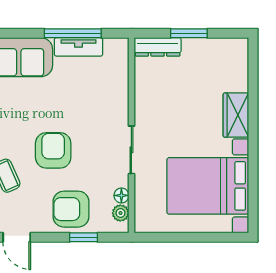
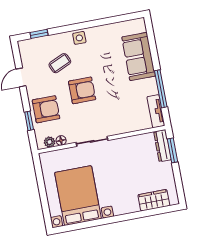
window: (189, 33) -> (172, 150), moved
tv unit: (78, 47) -> (156, 111), moved
wardrobe: (236, 115) -> (154, 200), moved
armchair: (71, 209) -> (46, 109), turned 90

